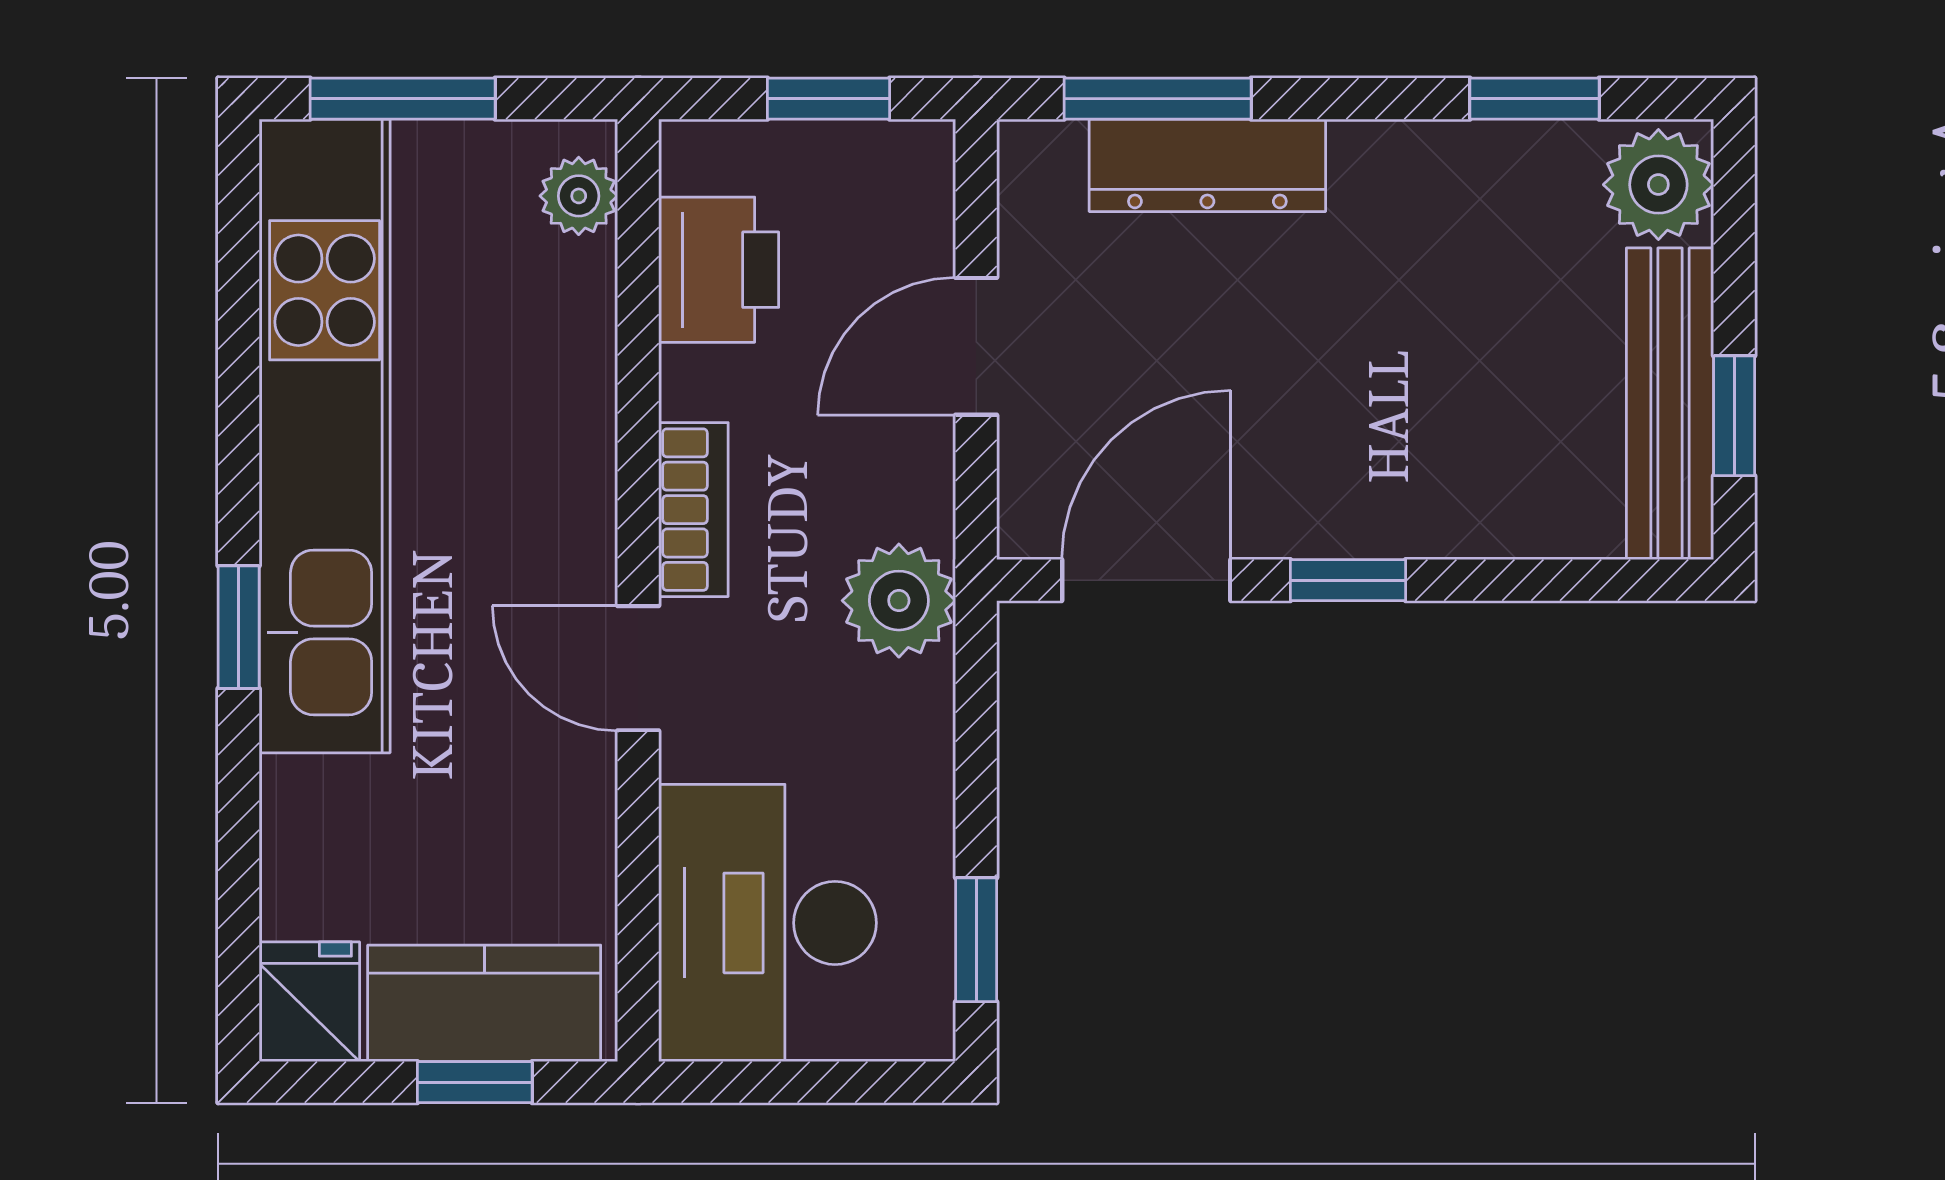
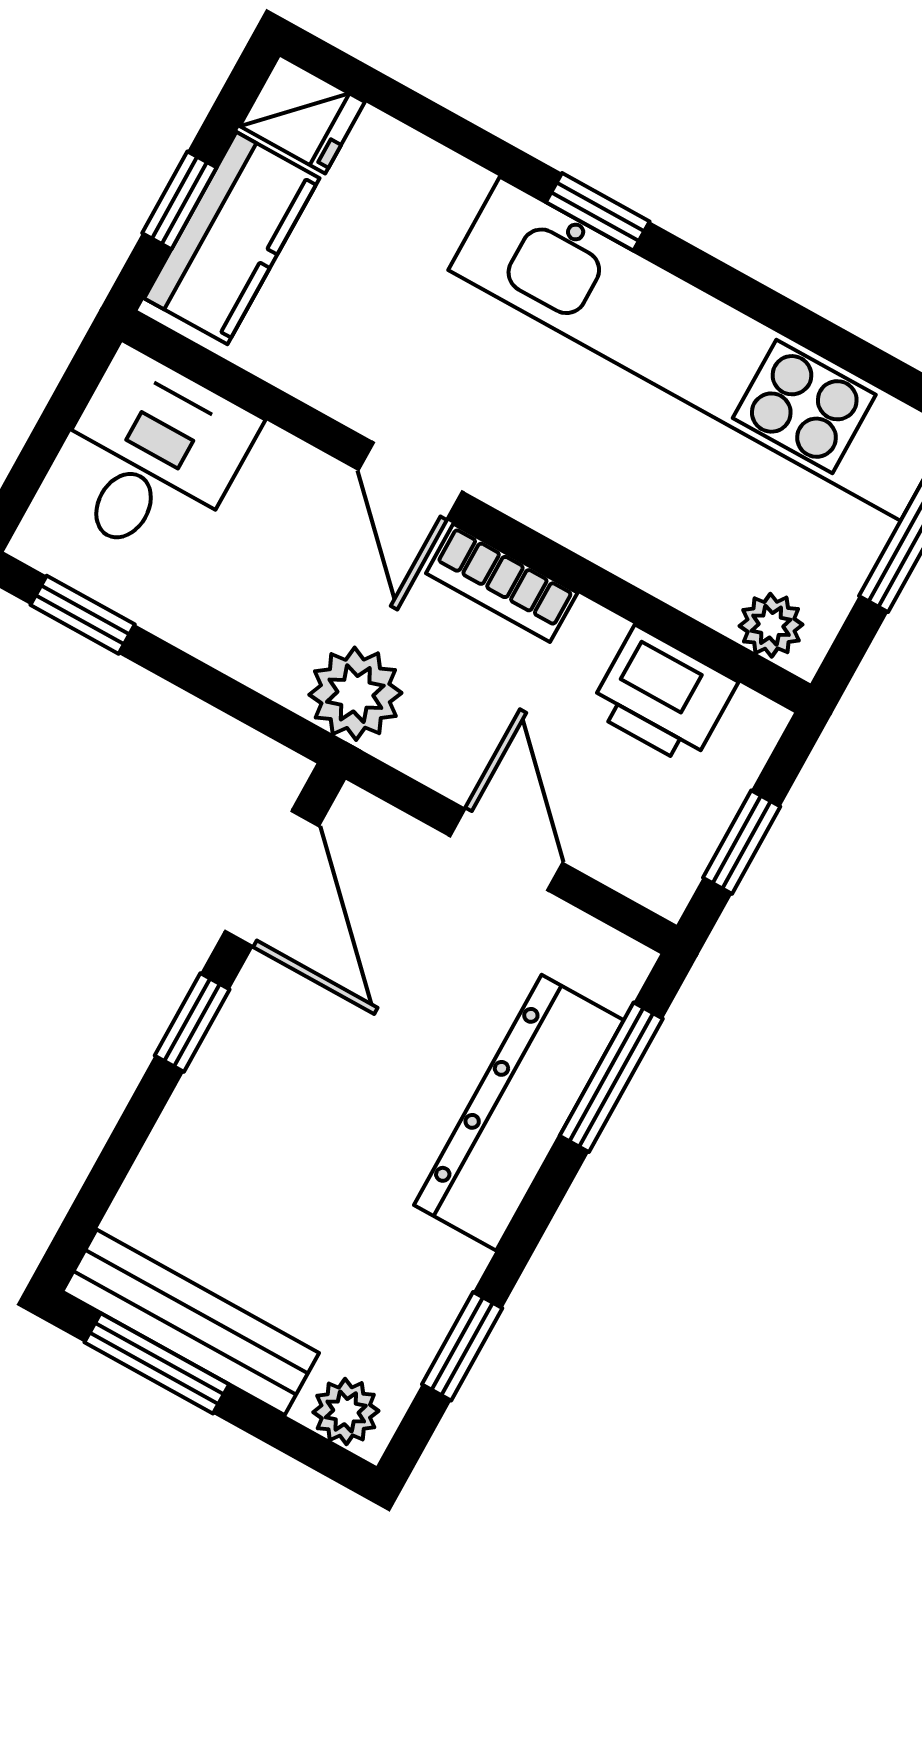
dresser: (1207, 165) -> (519, 1113), width x1.37, depth x1.24
plant: (1658, 185) -> (346, 1412), width x0.73, depth x0.73
window: (1734, 416) -> (157, 1363), width x1.50
door: (638, 668) -> (410, 481), swing flipped
desk: (767, 923) -> (150, 457), width x0.73

